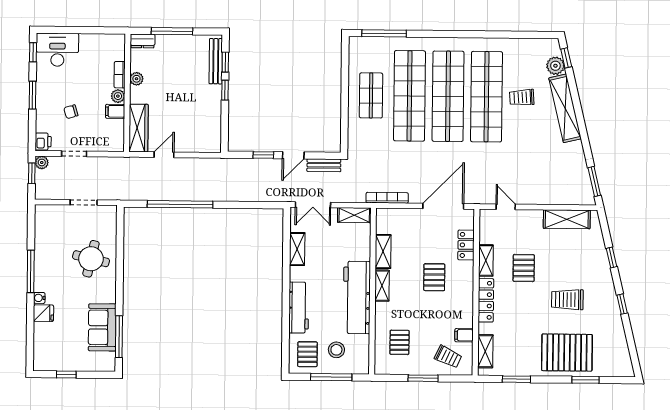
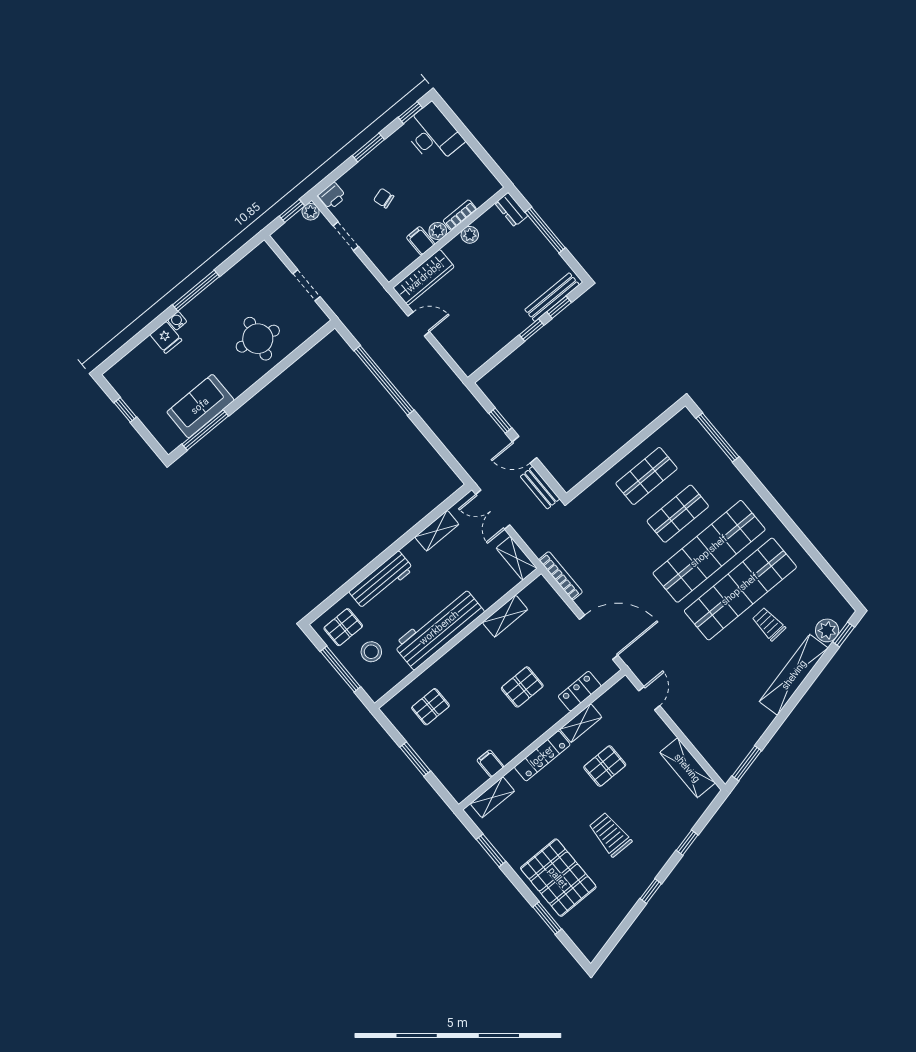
shop shelf: (409, 96) -> (678, 514), width x0.50, depth x0.74
shelving: (382, 286) -> (471, 643), removed
trolley: (448, 357) -> (457, 766), removed

